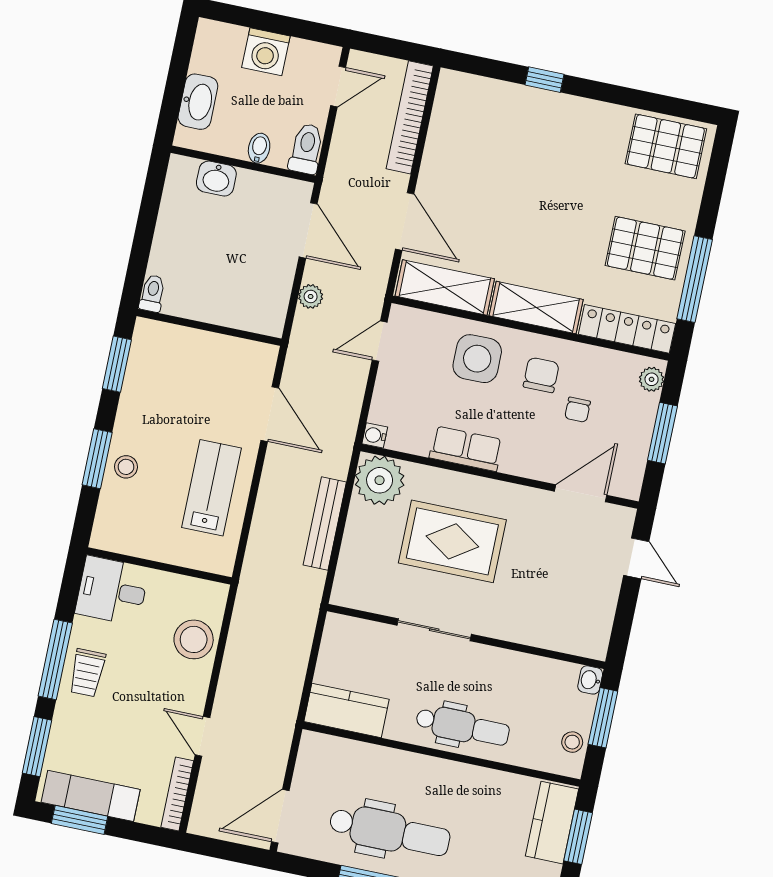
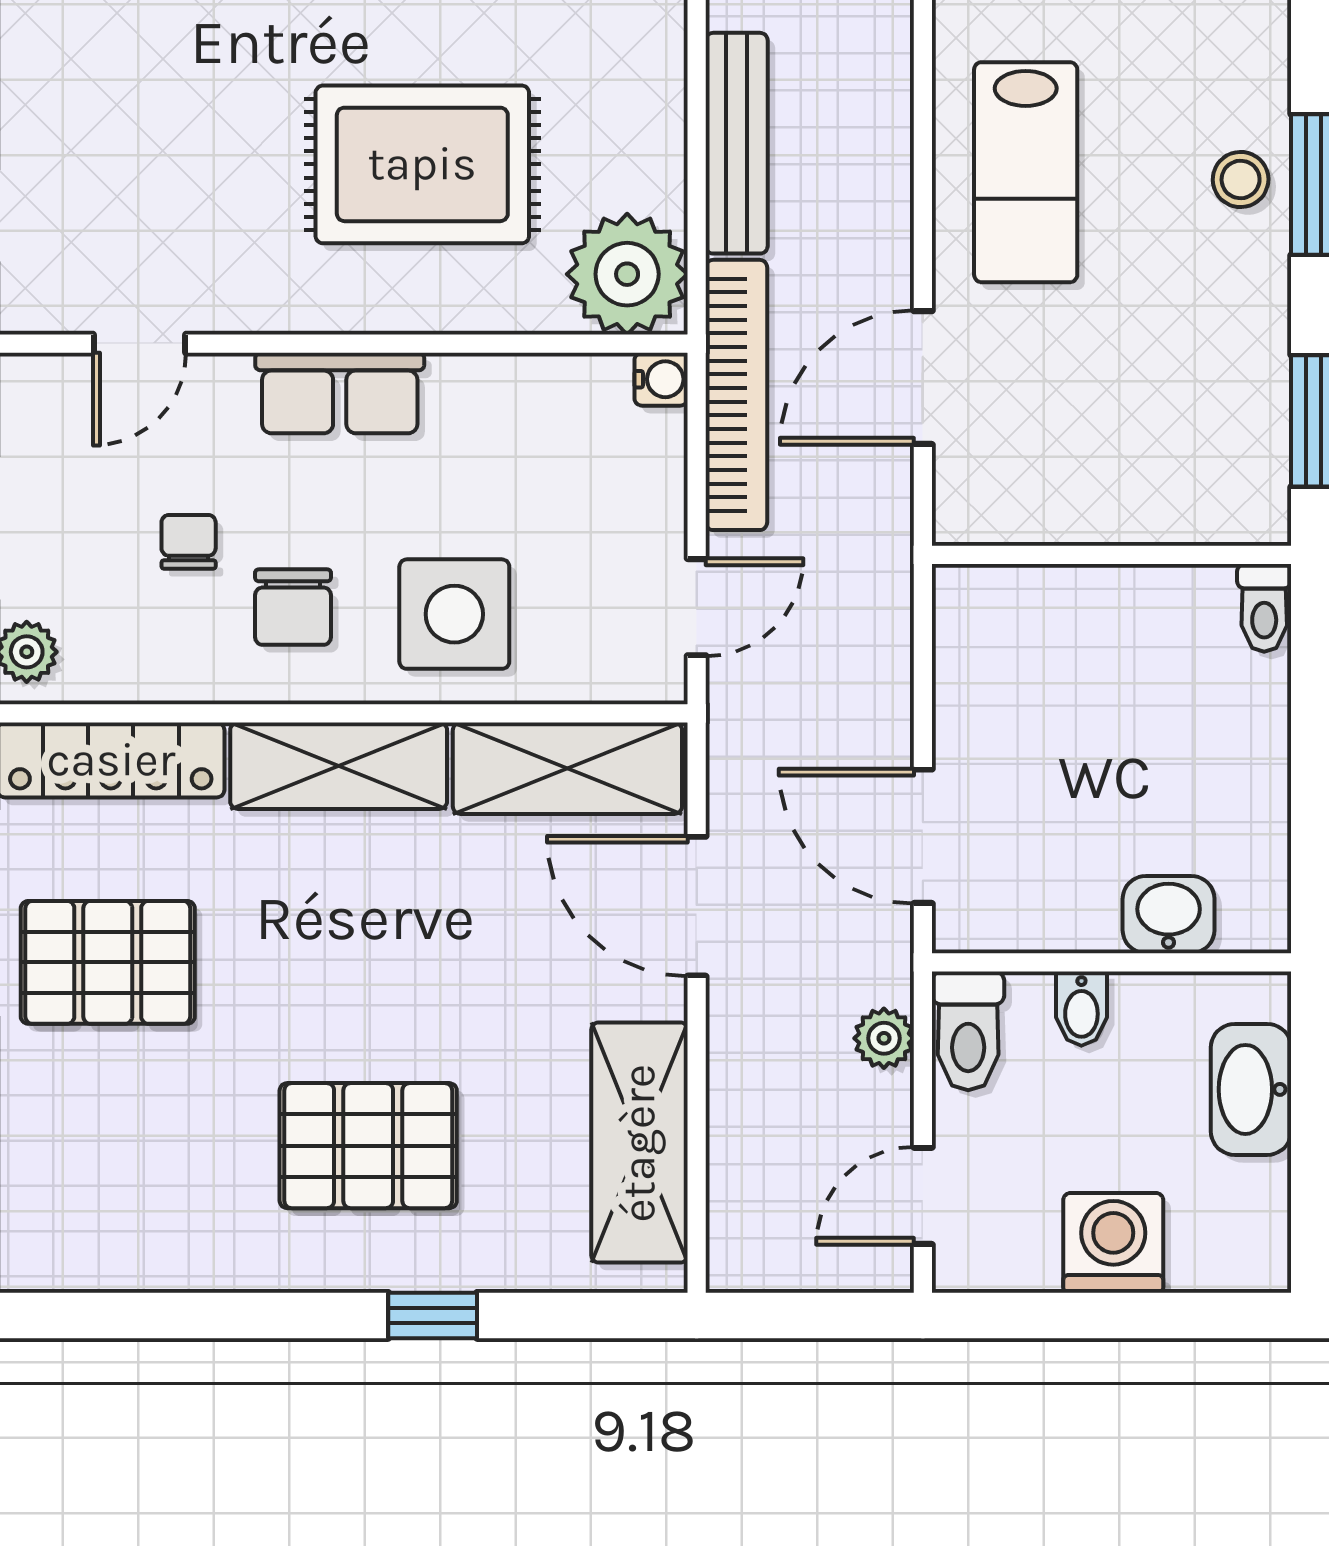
bookcase: (410, 117) -> (736, 395), moved
shelving: (447, 132) -> (639, 1143), added
pallet: (666, 146) -> (368, 1146), moved
plant: (311, 296) -> (884, 1038), moved
door: (270, 414) -> (923, 378), hinge flipped
row of seats: (466, 449) -> (340, 393), moved
door: (581, 493) -> (139, 344), width x0.73

